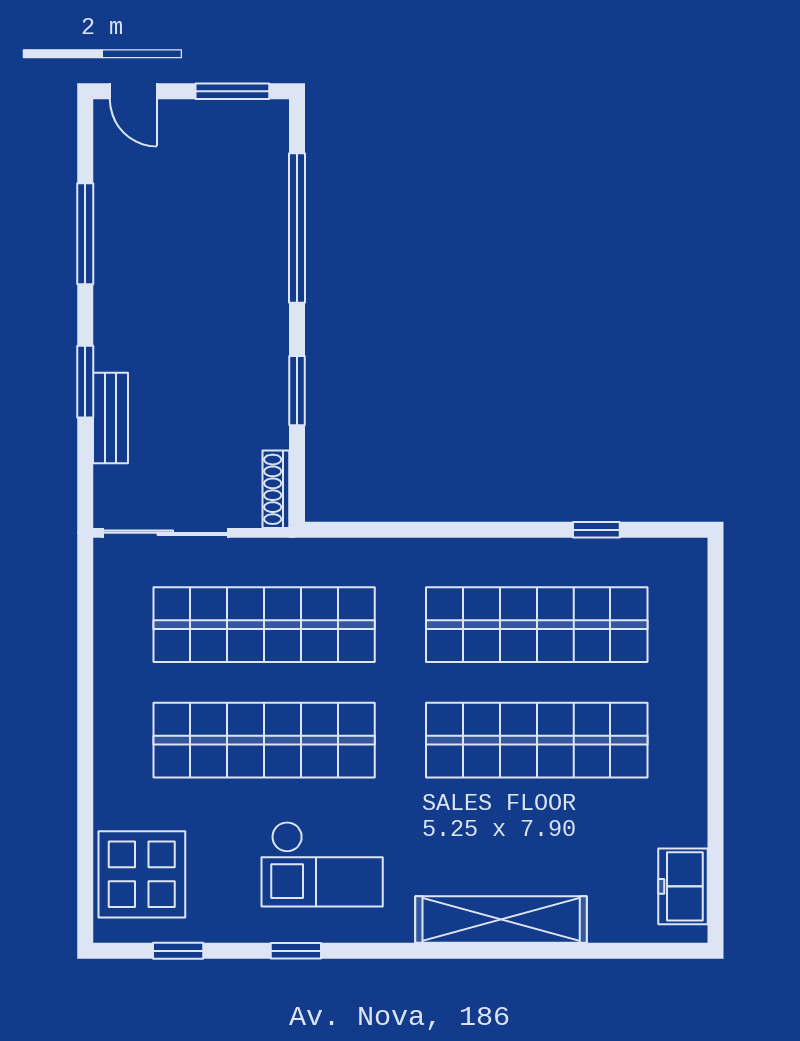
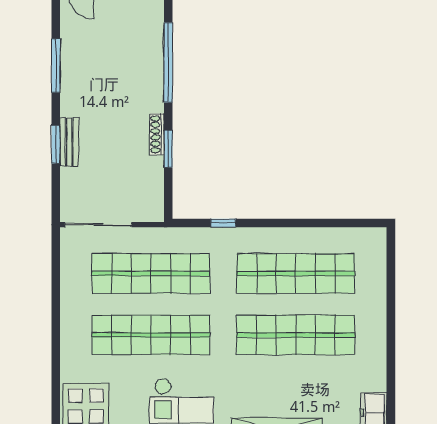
bench: (111, 418) -> (69, 142), moved
shoe rack: (276, 489) -> (157, 134), moved
window: (596, 530) -> (223, 223), moved

